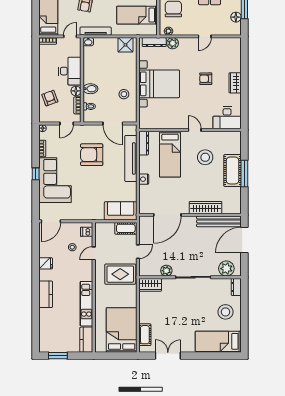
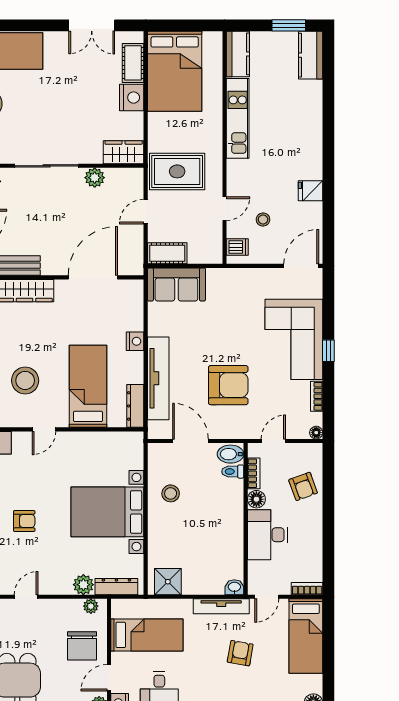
bidet: (90, 89) -> (231, 454), moved
door: (195, 130) -> (44, 429), hinge flipped
kitchen counter: (46, 294) -> (311, 55), moved
nightstand: (146, 315) -> (132, 98), added

